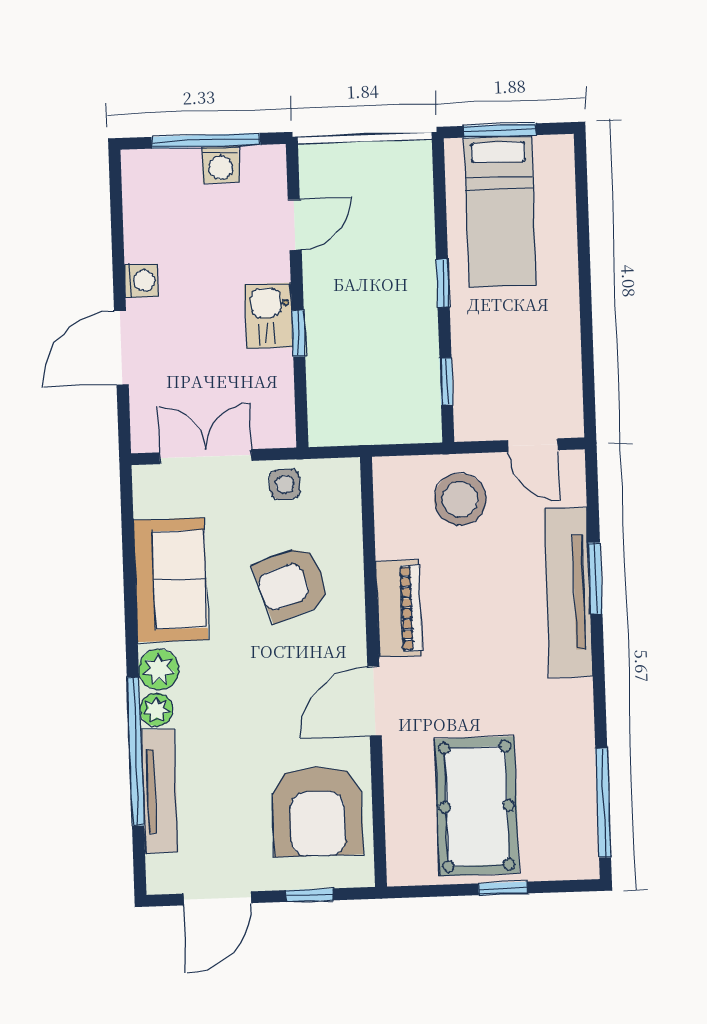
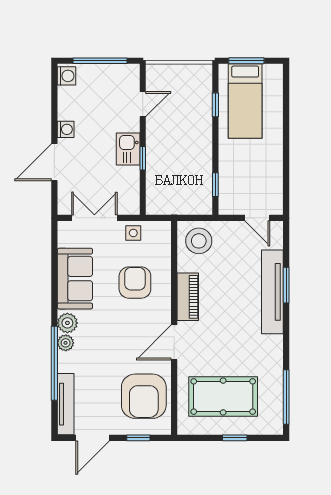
washing machine: (221, 165) -> (66, 76), moved, turned -90
window: (443, 283) -> (215, 105), moved
stool: (460, 499) -> (199, 241), moved
armchair: (292, 584) -> (135, 283), turned 109
tv unit: (160, 791) -> (66, 404), moved
pool table: (477, 806) -> (223, 396), turned 90

